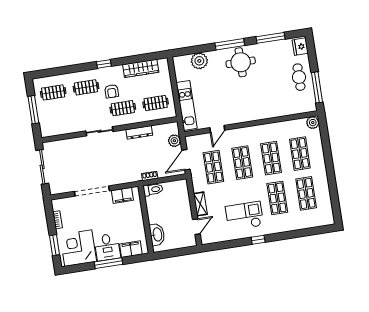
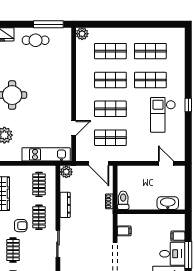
door: (217, 129) -> (74, 128), hinge flipped
plant: (174, 141) -> (66, 172), moved
filing cabinet: (122, 195) -> (124, 231), width x0.50
shelving: (200, 204) -> (144, 156), removed
filing cabinet: (131, 249) -> (178, 236), width x0.50

